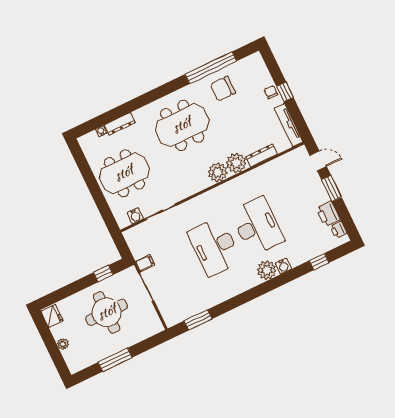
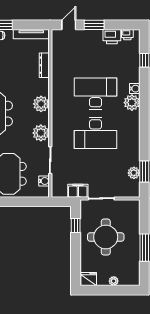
plant: (236, 163) -> (41, 133), moved
filing cabinet: (145, 263) -> (78, 191), width x2.00
plant: (191, 309) -> (134, 173), added

